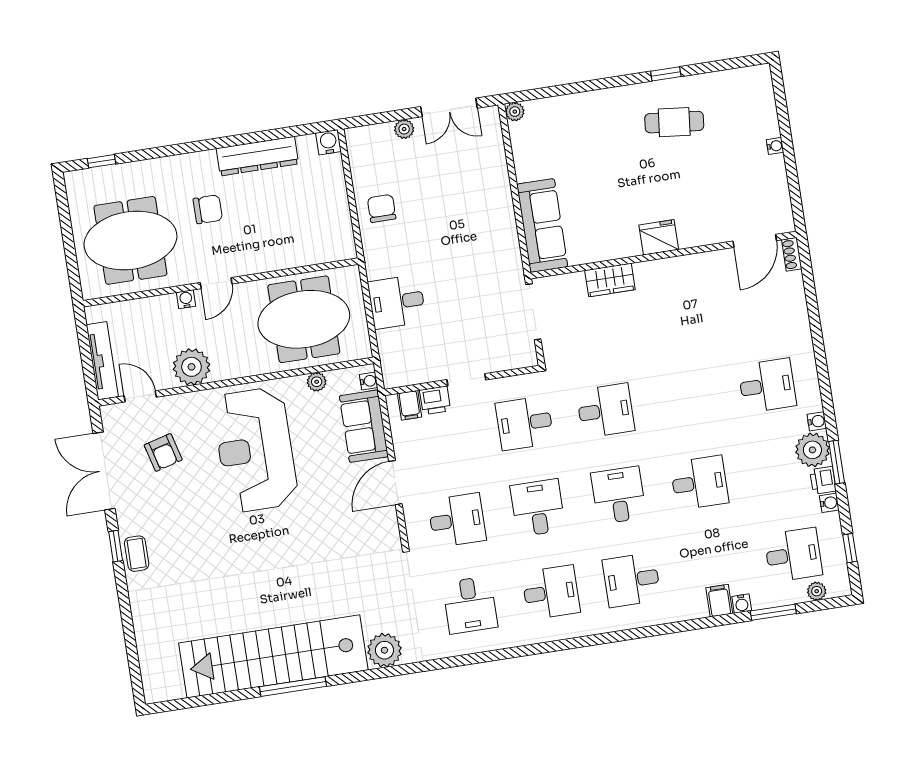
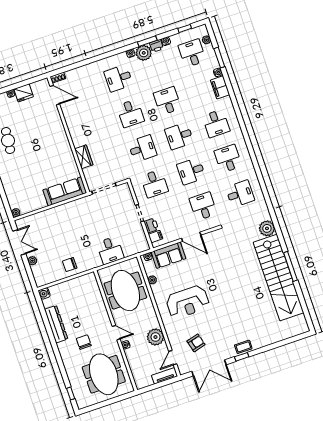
fridge: (659, 237) -> (24, 93), moved, turned -90
tv unit: (102, 361) -> (165, 376), width x0.71
desk: (767, 386) -> (118, 78), turned -90
desk: (686, 398) -> (130, 113), added
desk: (605, 411) -> (142, 149), turned 90
reception desk: (255, 450) -> (188, 302), width x0.74, depth x0.77
filing cabinet: (719, 601) -> (220, 87), width x2.00

